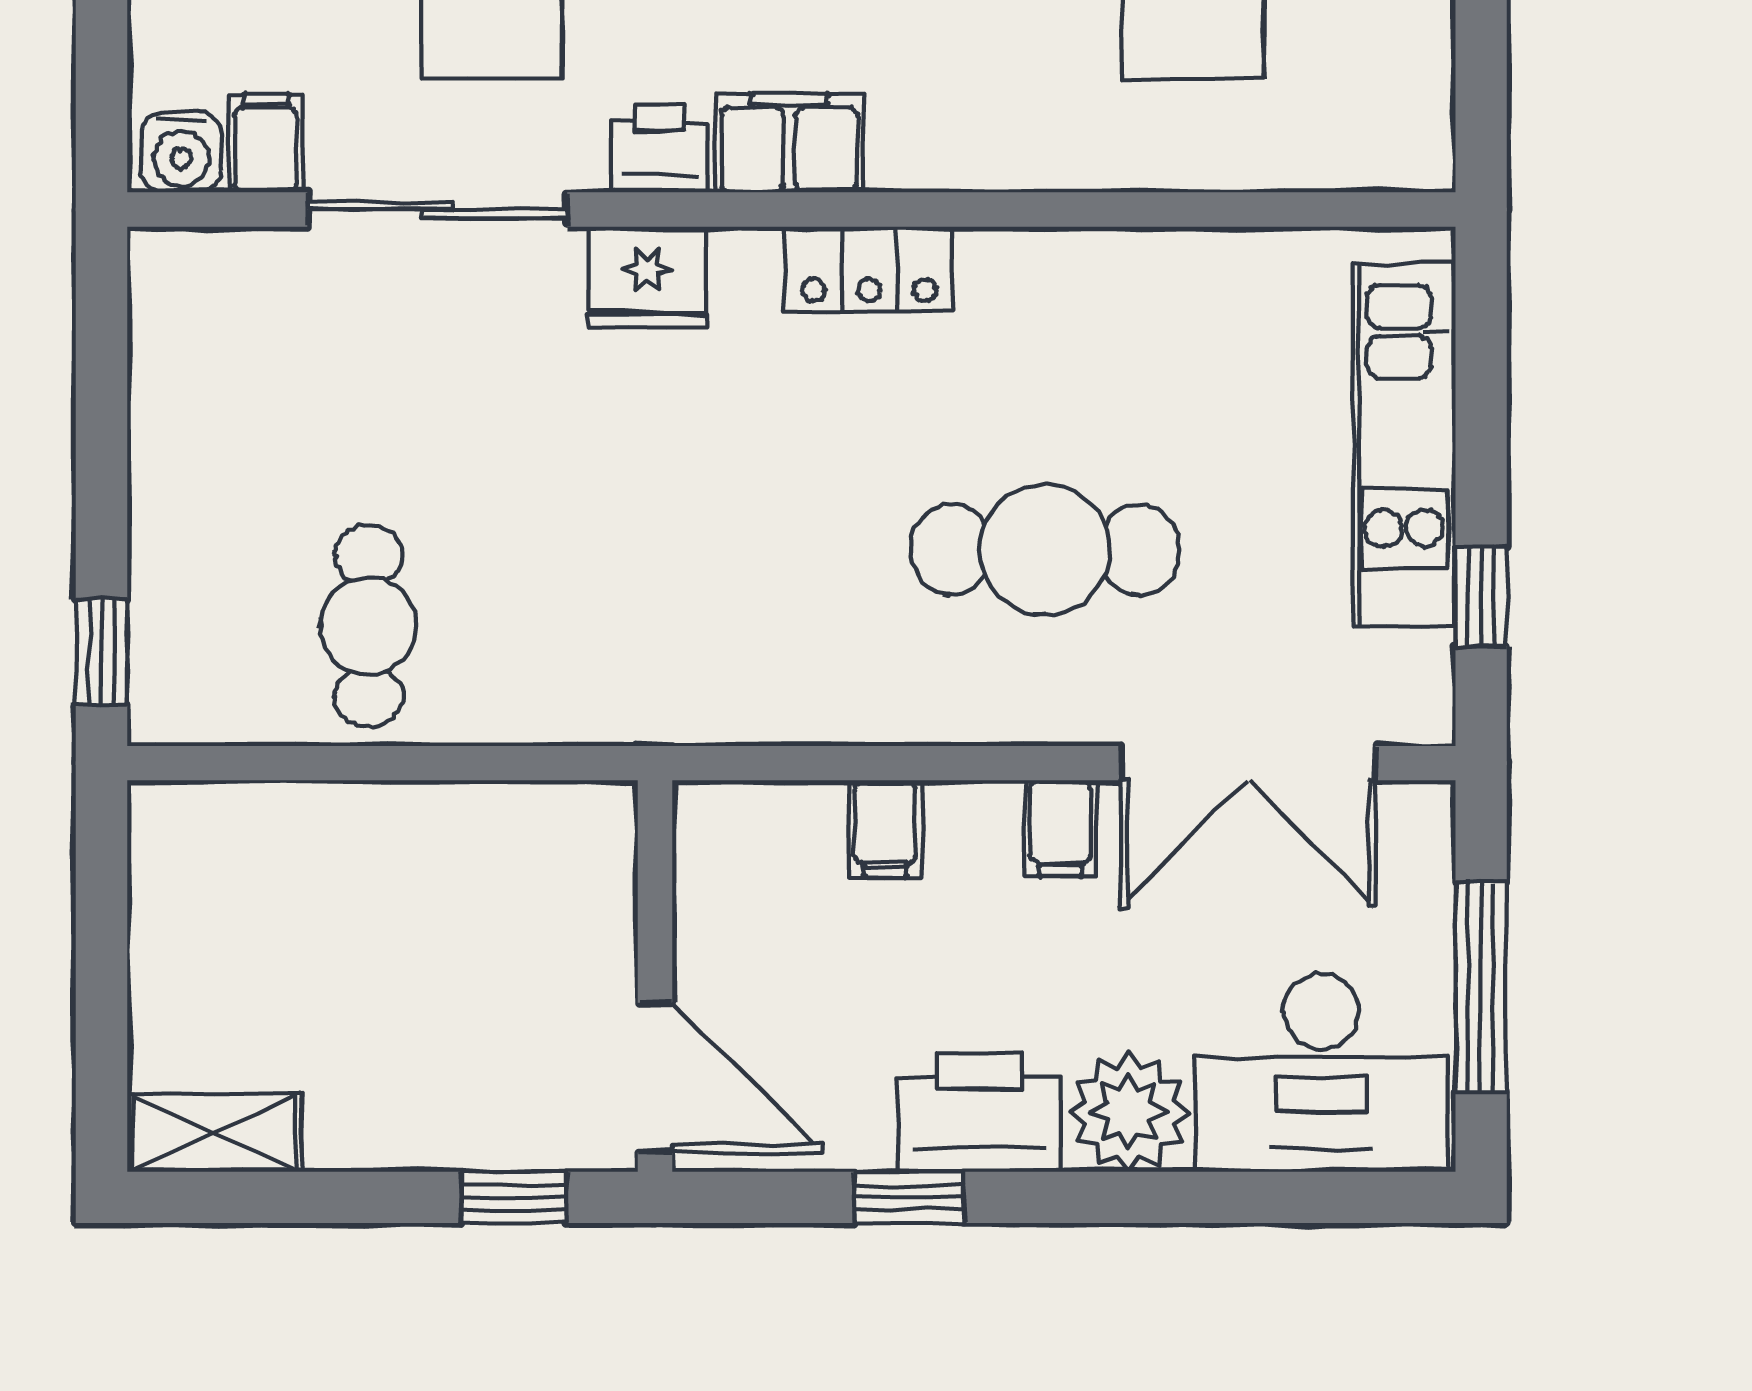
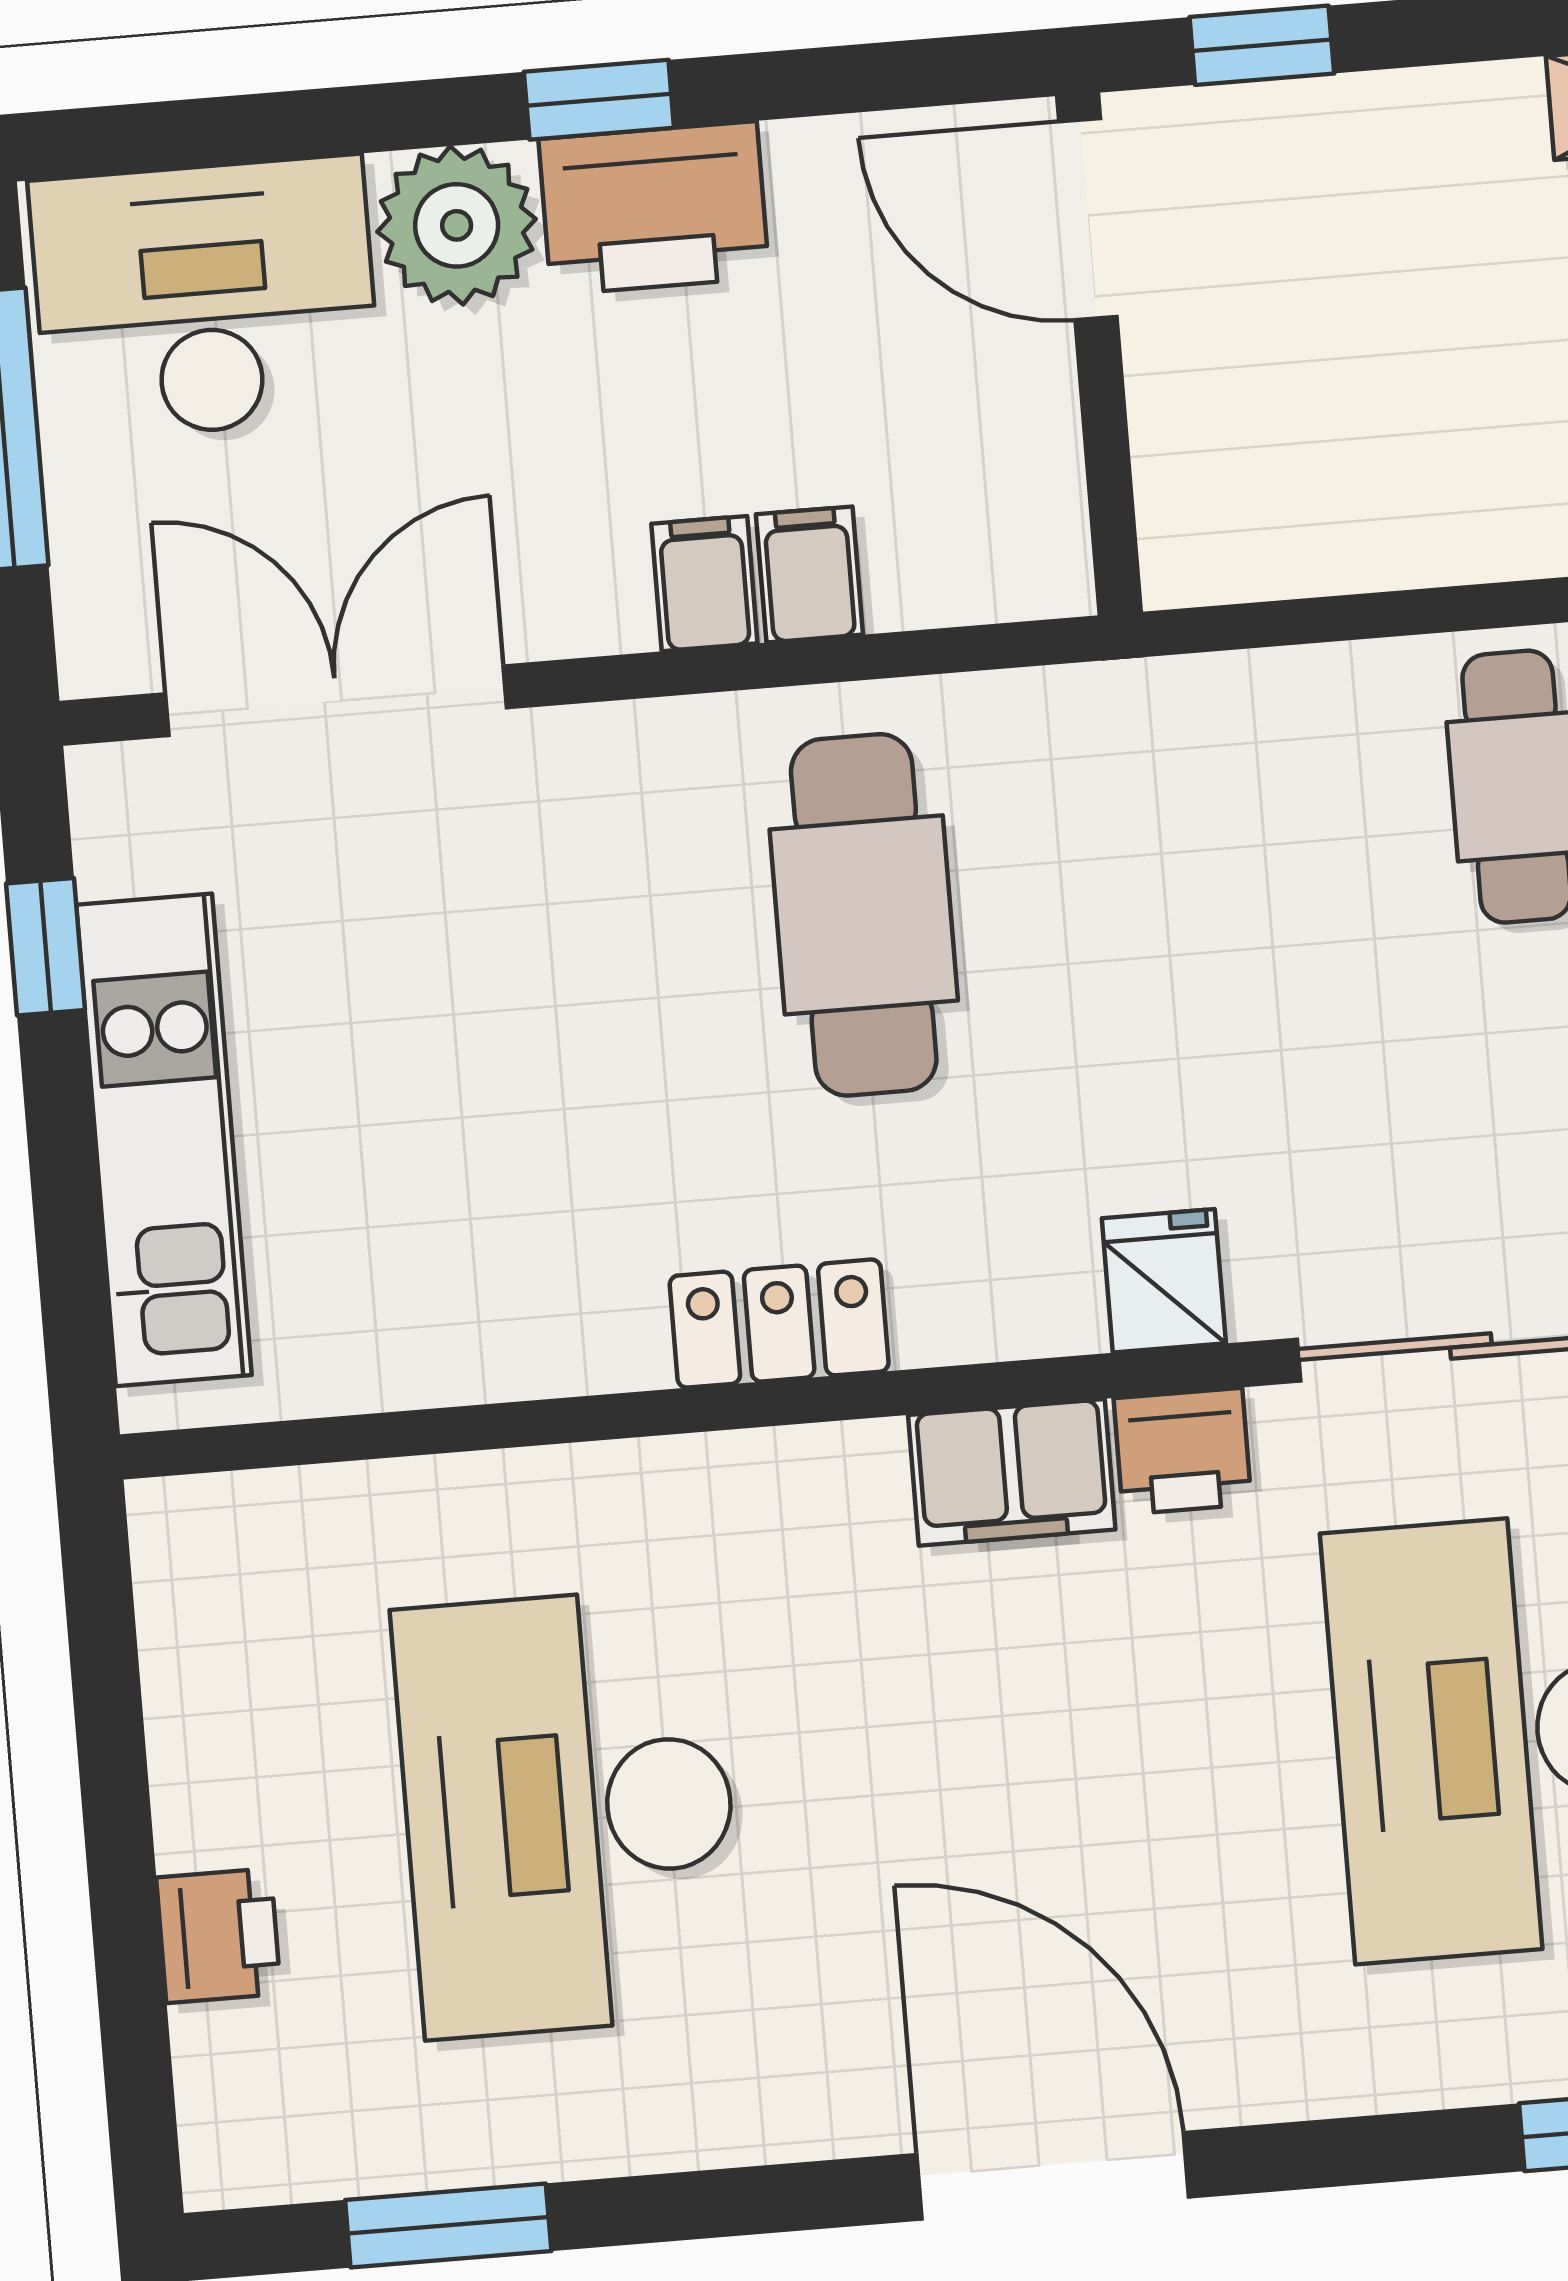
locker: (869, 269) -> (779, 1324), moved
fridge: (647, 277) -> (1164, 1281), width x0.72
cafe table: (1045, 550) -> (864, 915), moved, turned 90
filing cabinet: (1060, 828) -> (704, 584), moved
window: (909, 1197) -> (599, 100), moved

